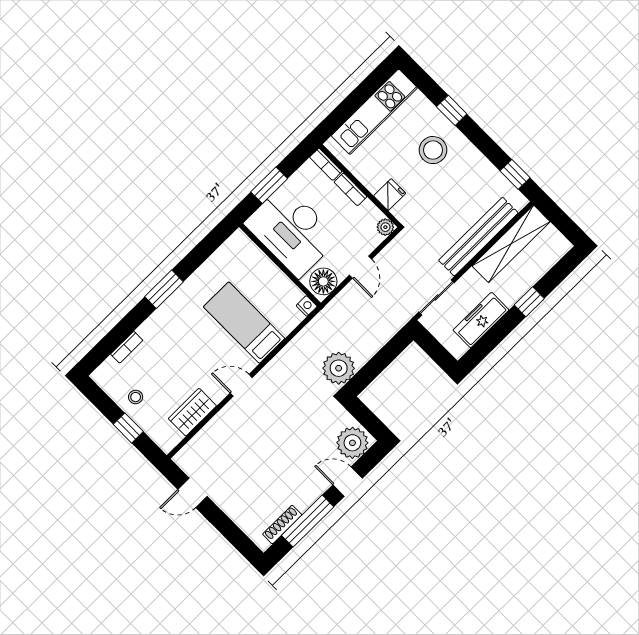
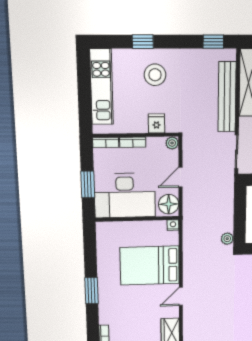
door: (361, 267) -> (180, 177), swing flipped
bed: (244, 323) -> (150, 266), width x1.50
plant: (339, 368) -> (227, 239), width x0.53, depth x0.53

